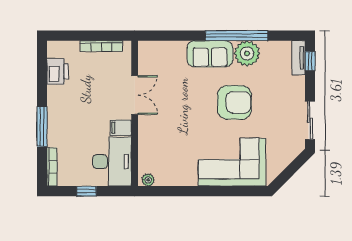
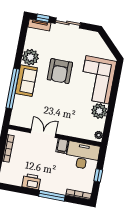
window: (237, 36) -> (13, 89), moved
printer: (58, 71) -> (31, 182), moved
armchair: (234, 102) -> (60, 71), turned 180
sliding door: (310, 120) -> (68, 23), moved
plant: (185, 174) -> (99, 111), added

